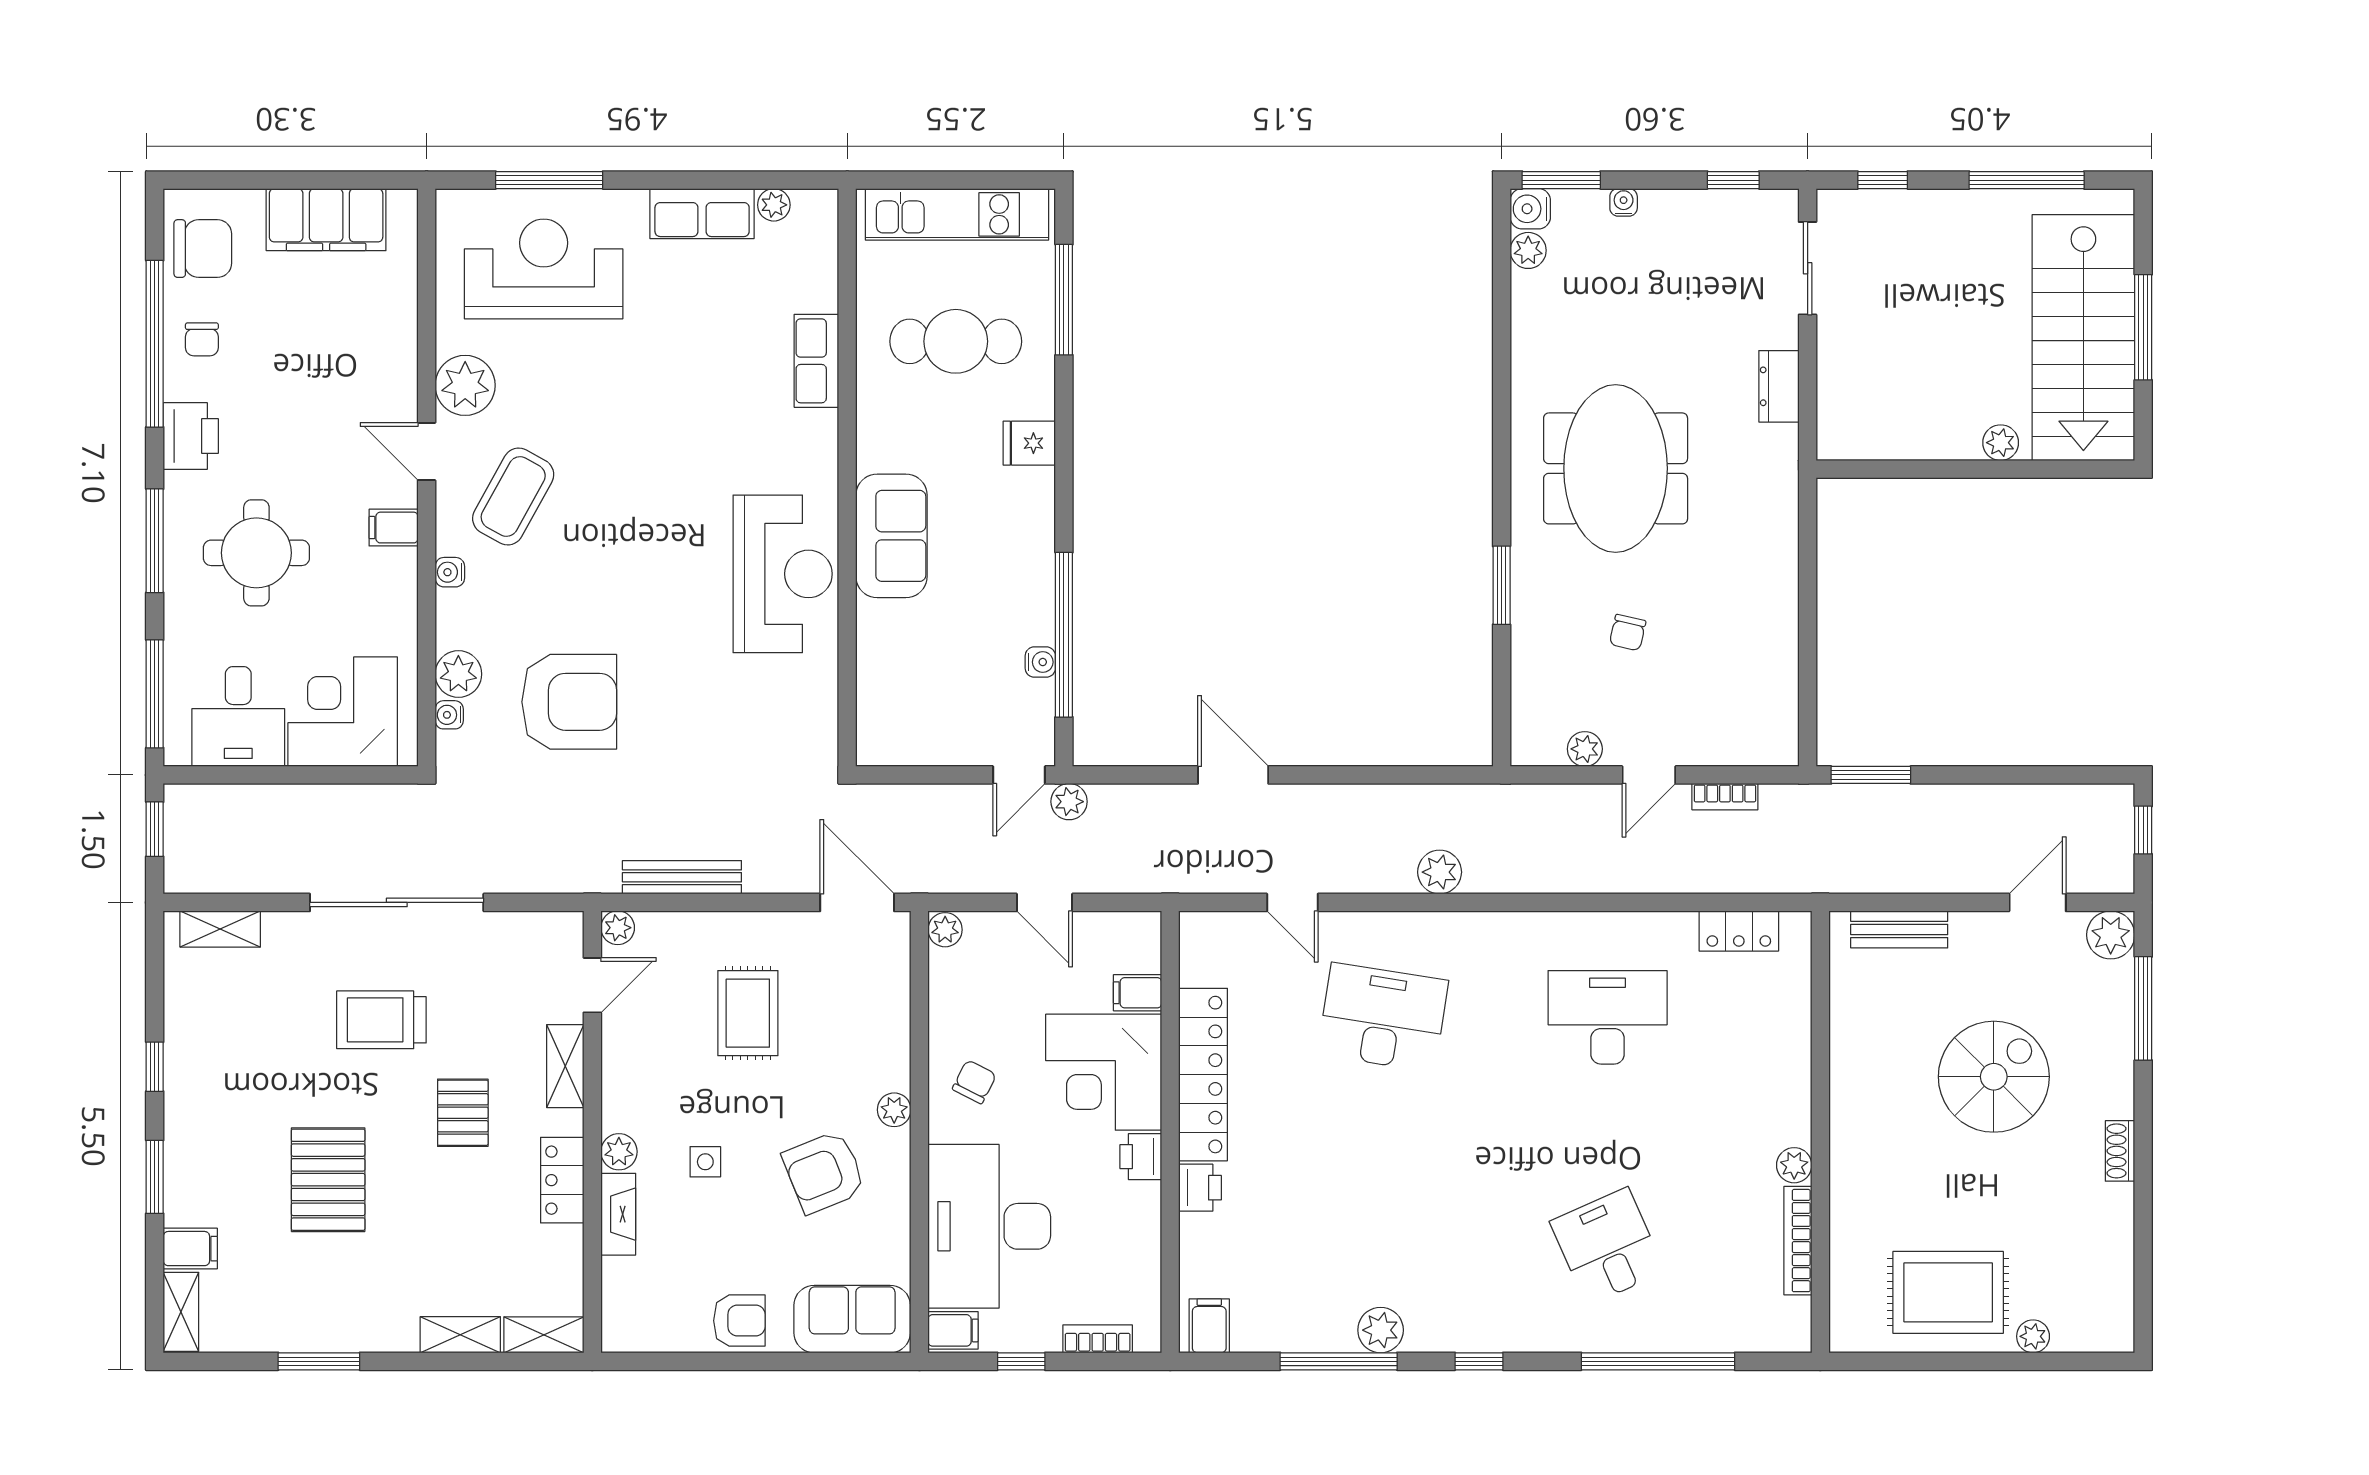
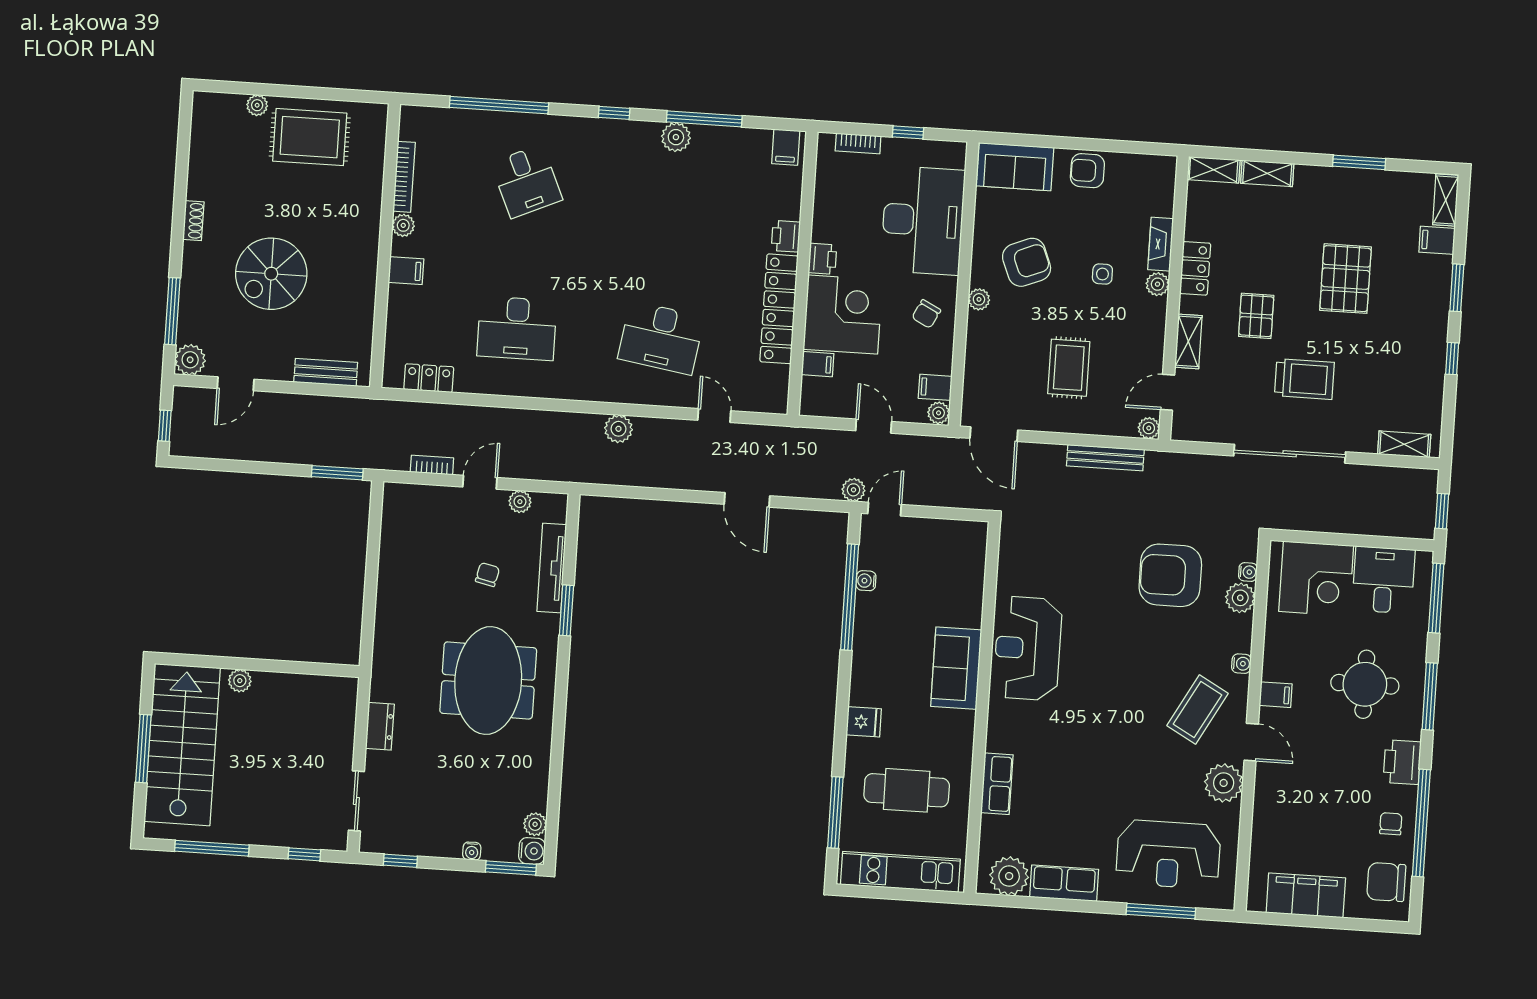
plant: (774, 205) -> (1009, 876), width x1.88, depth x1.88
tv unit: (1529, 649) -> (552, 568), added
filing cabinet: (1785, 1095) -> (406, 271), added
filing cabinet: (953, 1330) -> (935, 387), moved

